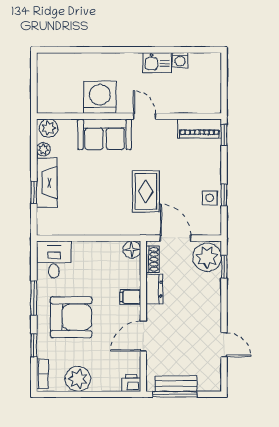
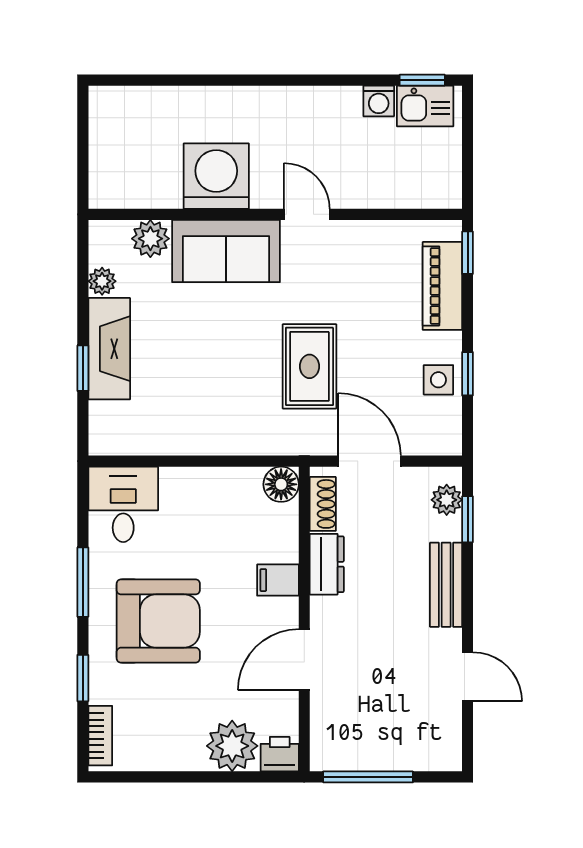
window: (202, 50) -> (422, 80), added
kitchen sink: (157, 63) -> (425, 106), moved
plant: (49, 128) -> (150, 239), moved
piano: (200, 129) -> (442, 286), moved, turned 90
plant: (207, 257) -> (447, 500), width x0.53, depth x0.53
plant: (78, 379) -> (232, 746), moved
bench: (176, 384) -> (446, 585), moved, turned 90

